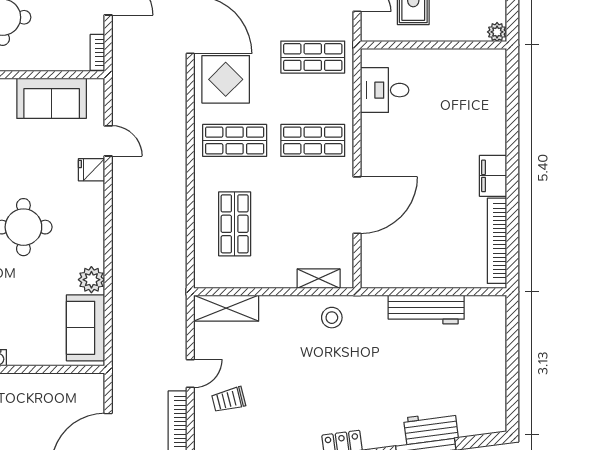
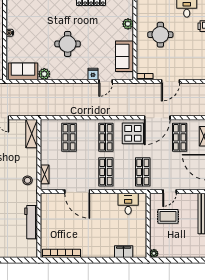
filing cabinet: (493, 176) -> (124, 252), moved
shop shelf: (235, 224) -> (69, 137), turned 90

